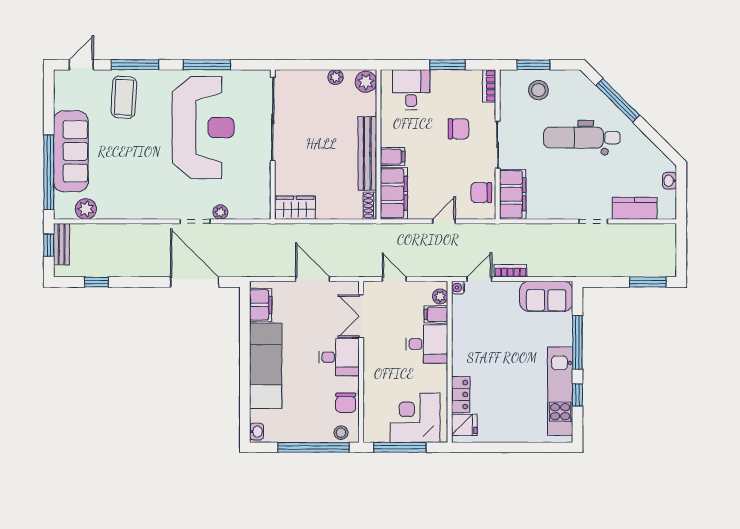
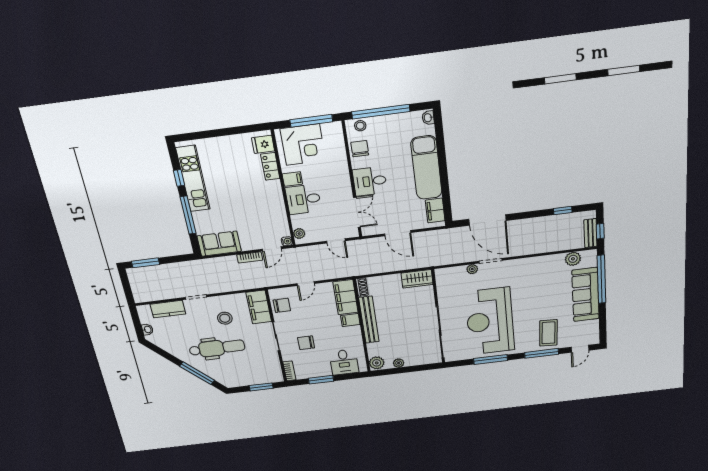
stool: (538, 90) -> (225, 318), moved
filing cabinet: (436, 314) -> (292, 179), moved

